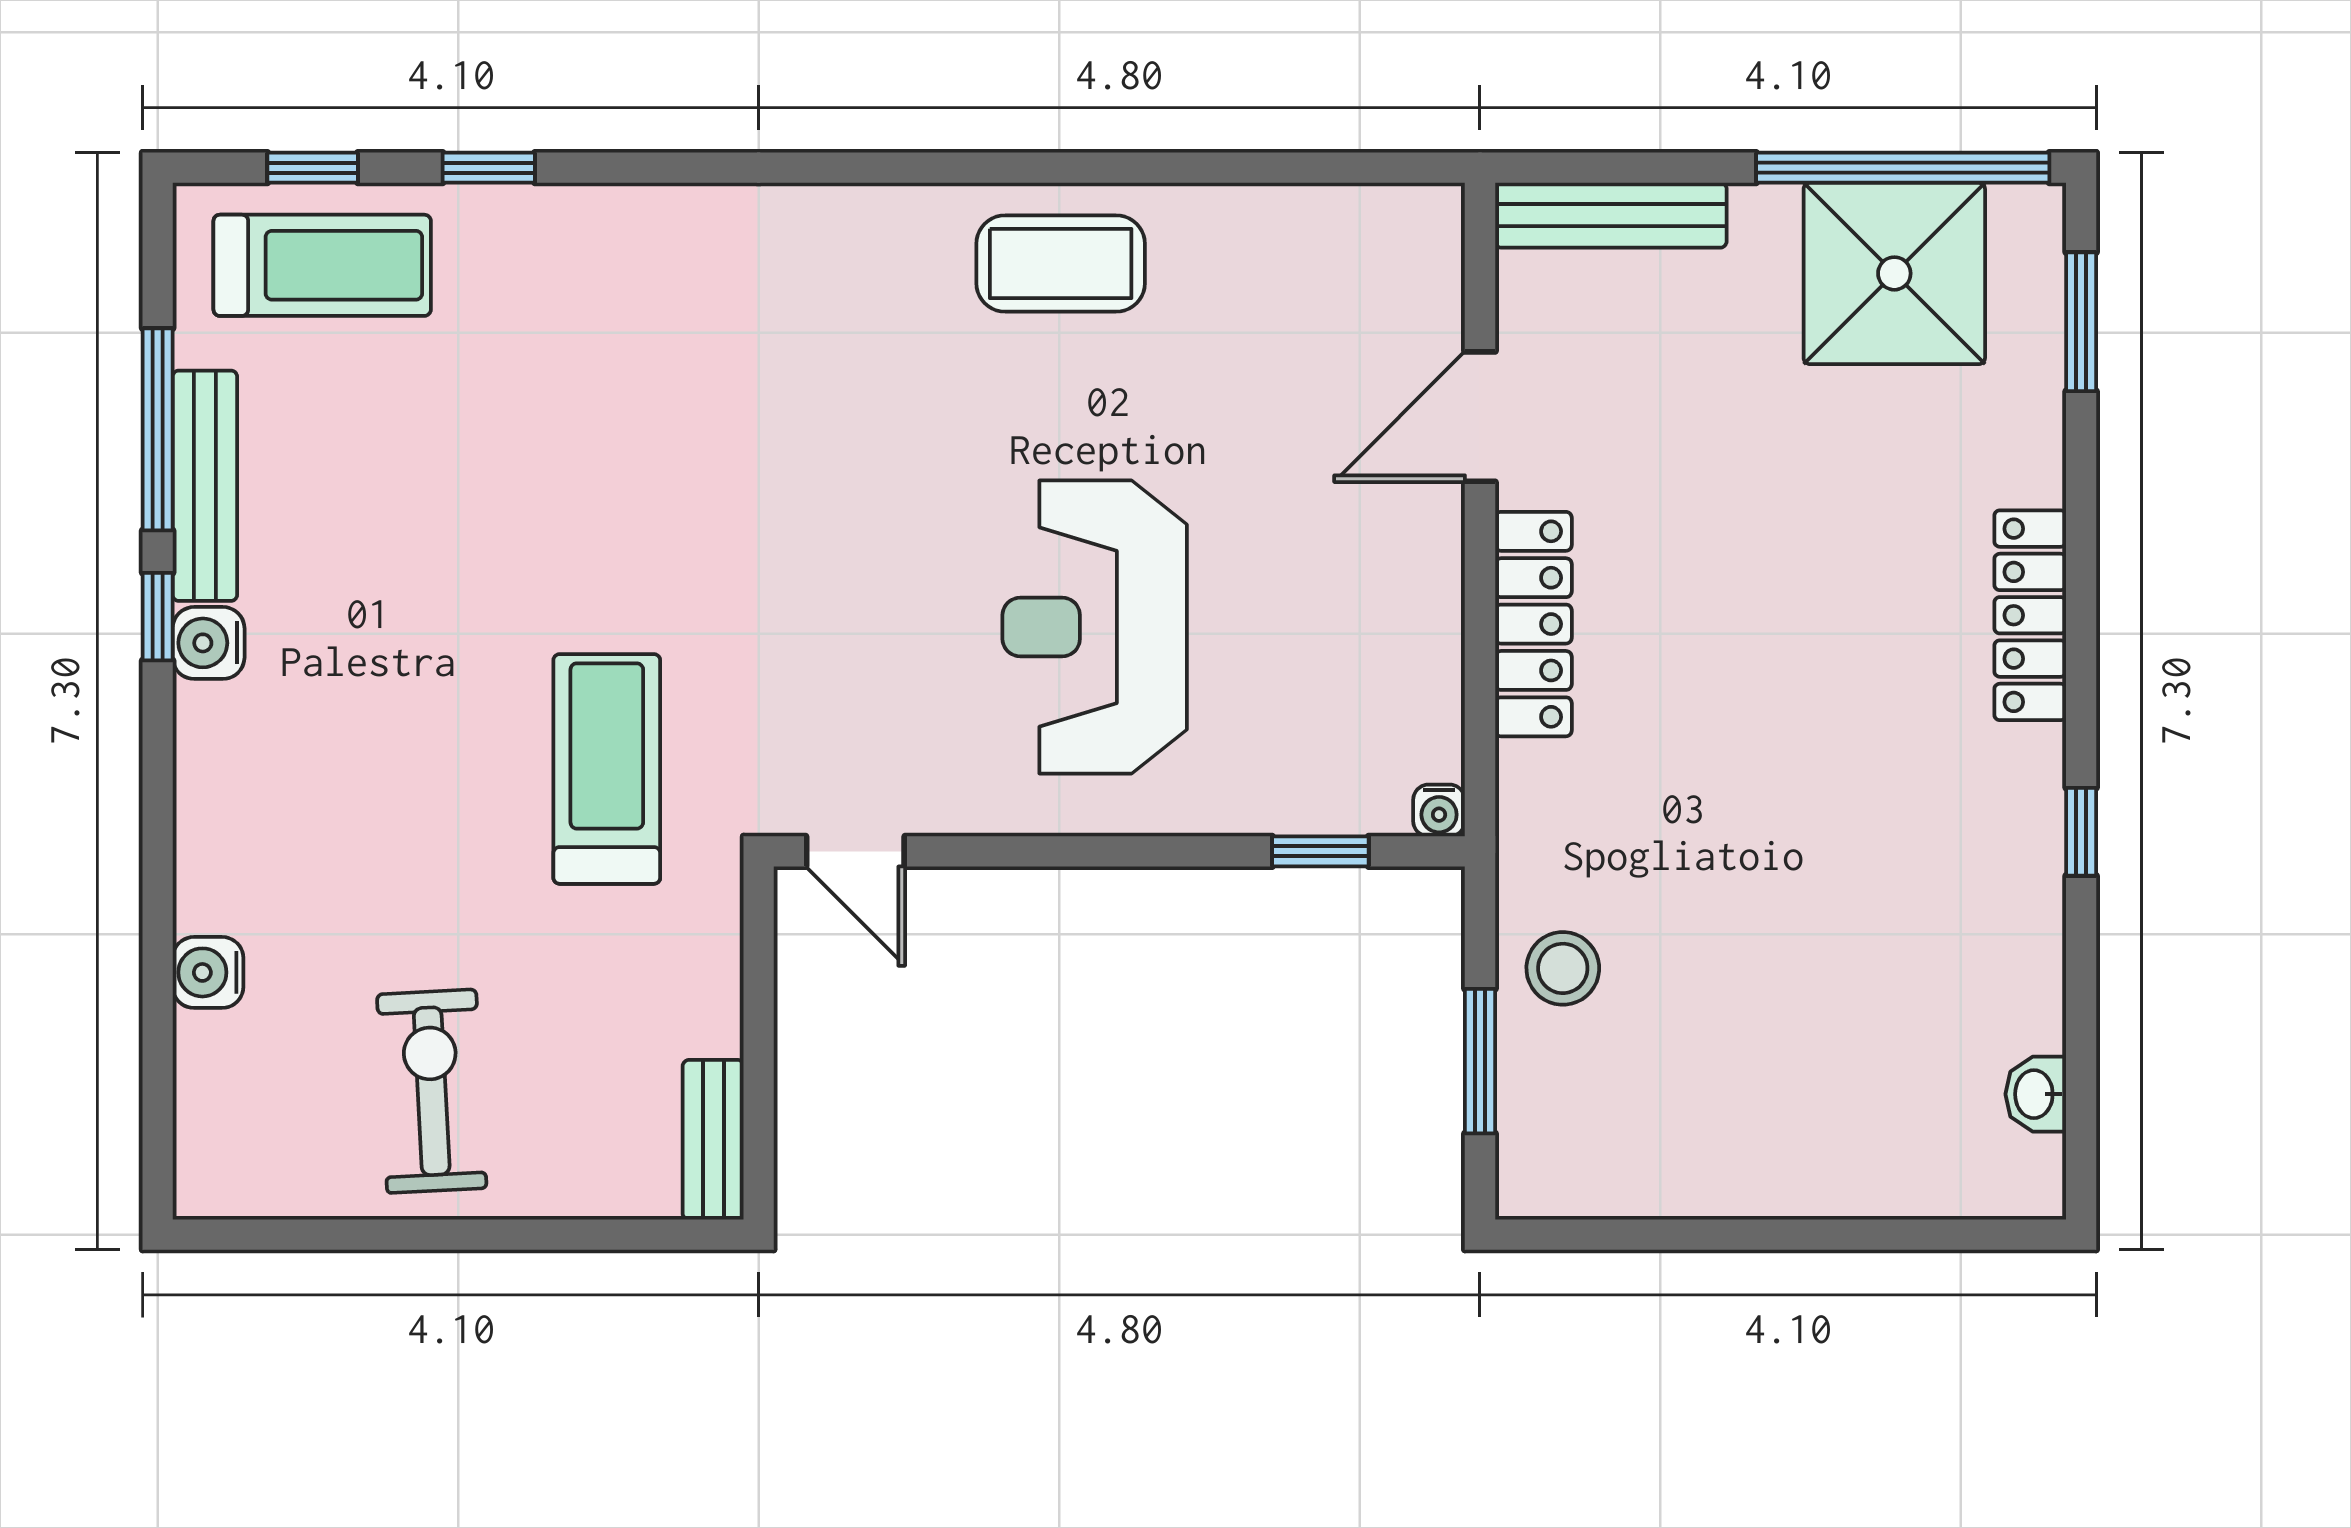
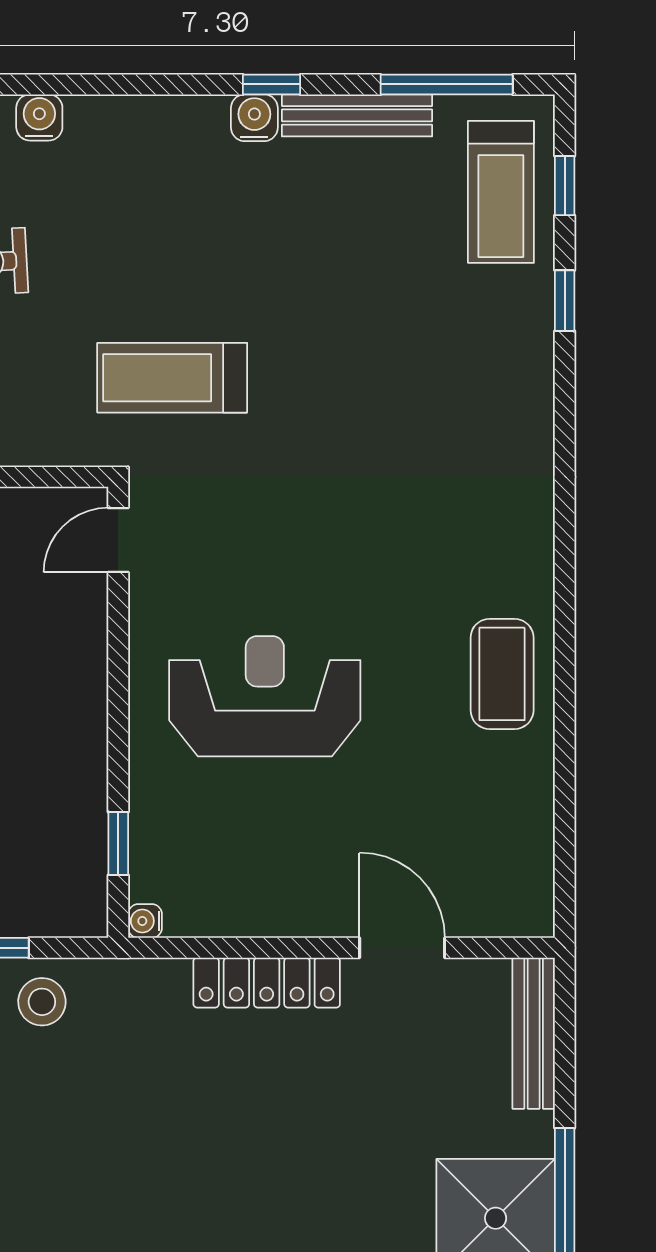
window: (158, 429) -> (447, 84), moved
treadmill: (607, 769) -> (172, 378), turned 180

